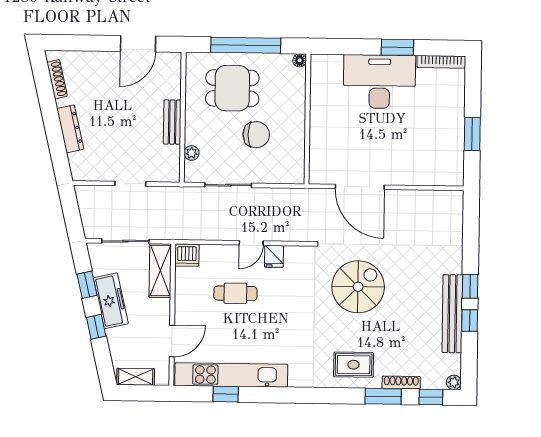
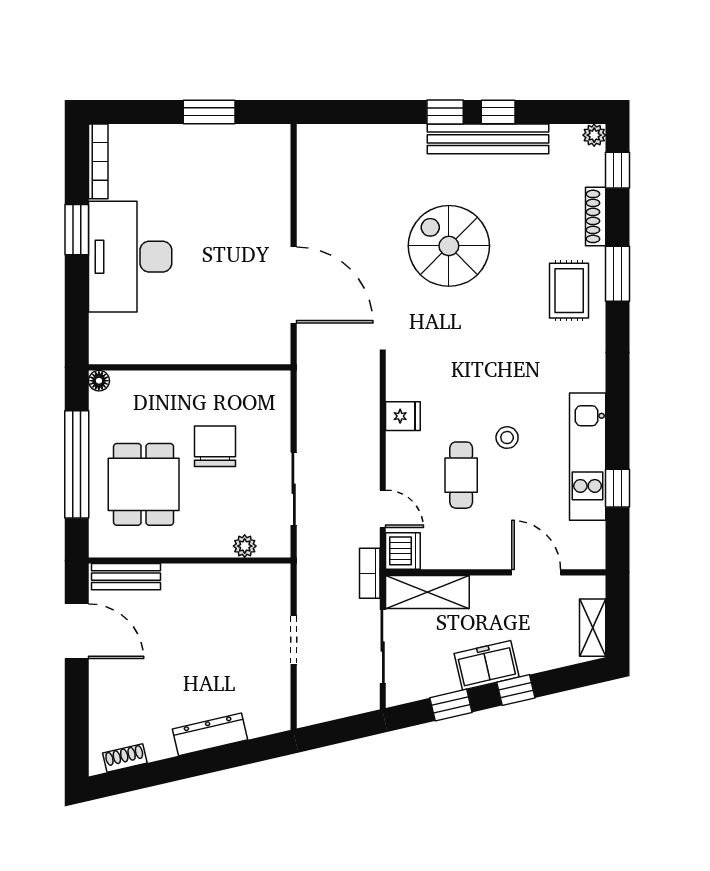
shoe rack: (57, 79) -> (125, 758), width x0.70
bench: (172, 122) -> (126, 577), moved
door: (360, 187) -> (294, 285), hinge flipped
bookcase: (173, 233) -> (370, 573), added
door: (251, 243) -> (383, 509), moved
spiral stairs: (358, 287) -> (449, 246), moved
freezer: (111, 301) -> (487, 665), width x0.71
stool: (259, 323) -> (507, 438), added
kitchen unit: (231, 375) -> (588, 457), width x0.73
window: (383, 396) -> (617, 274), moved

